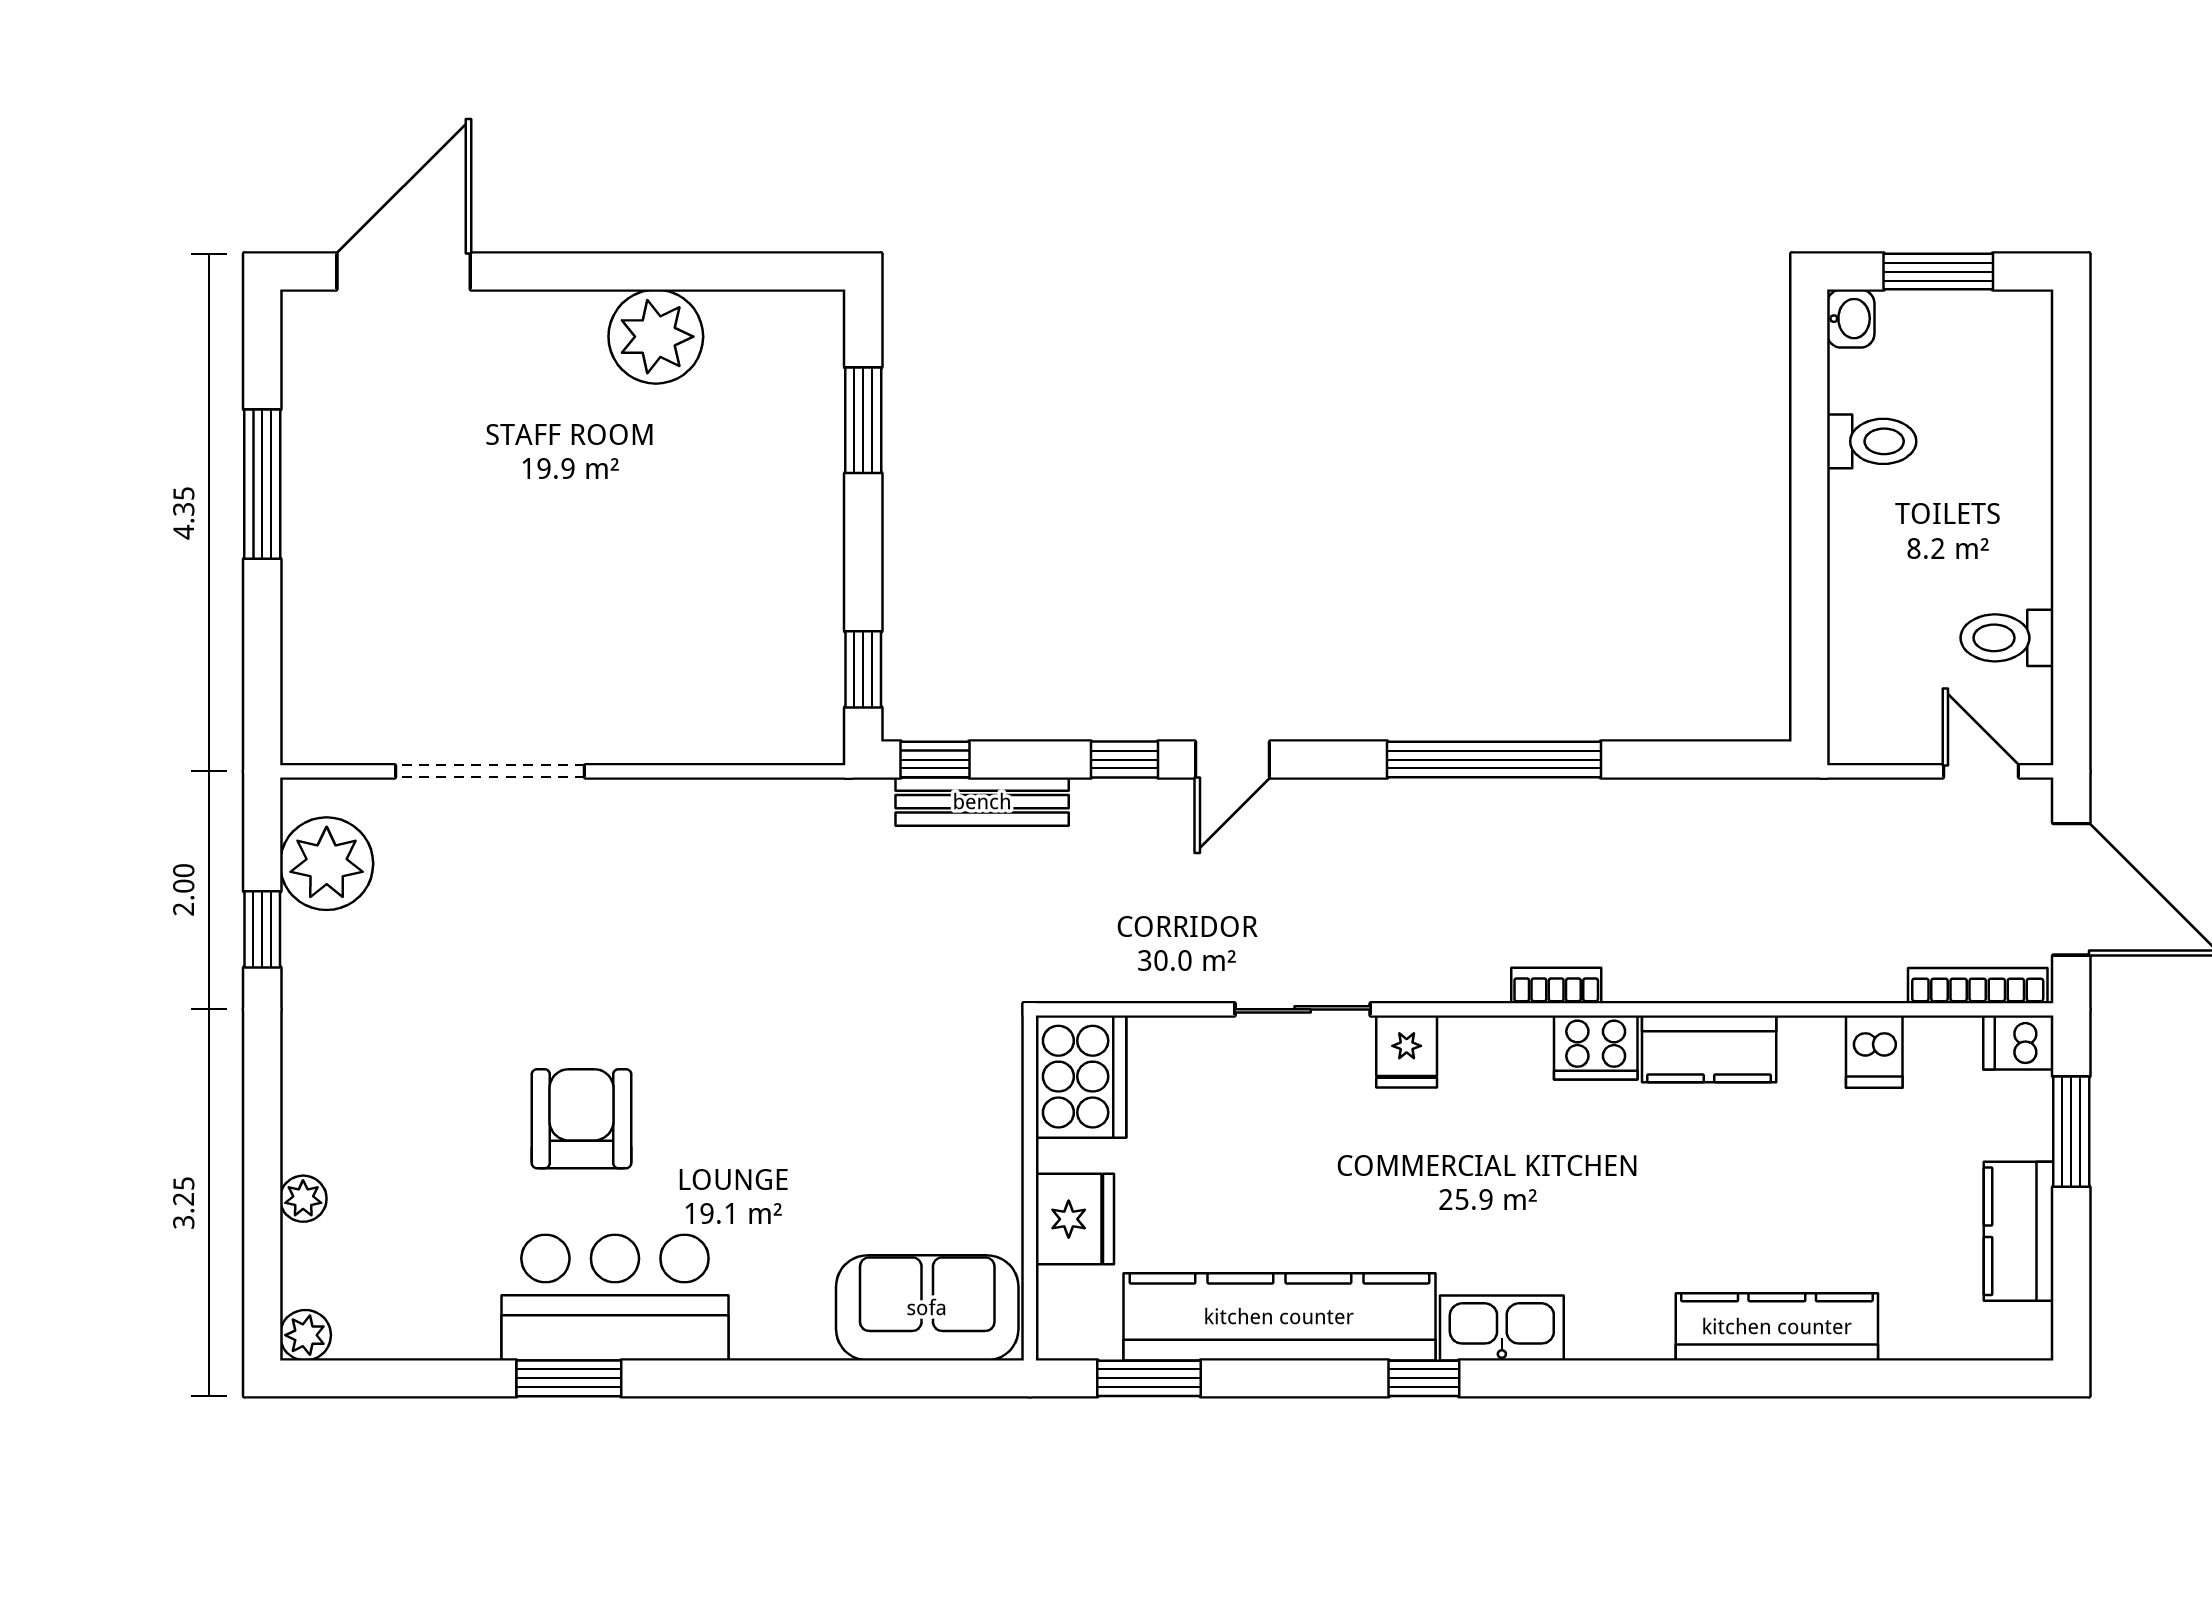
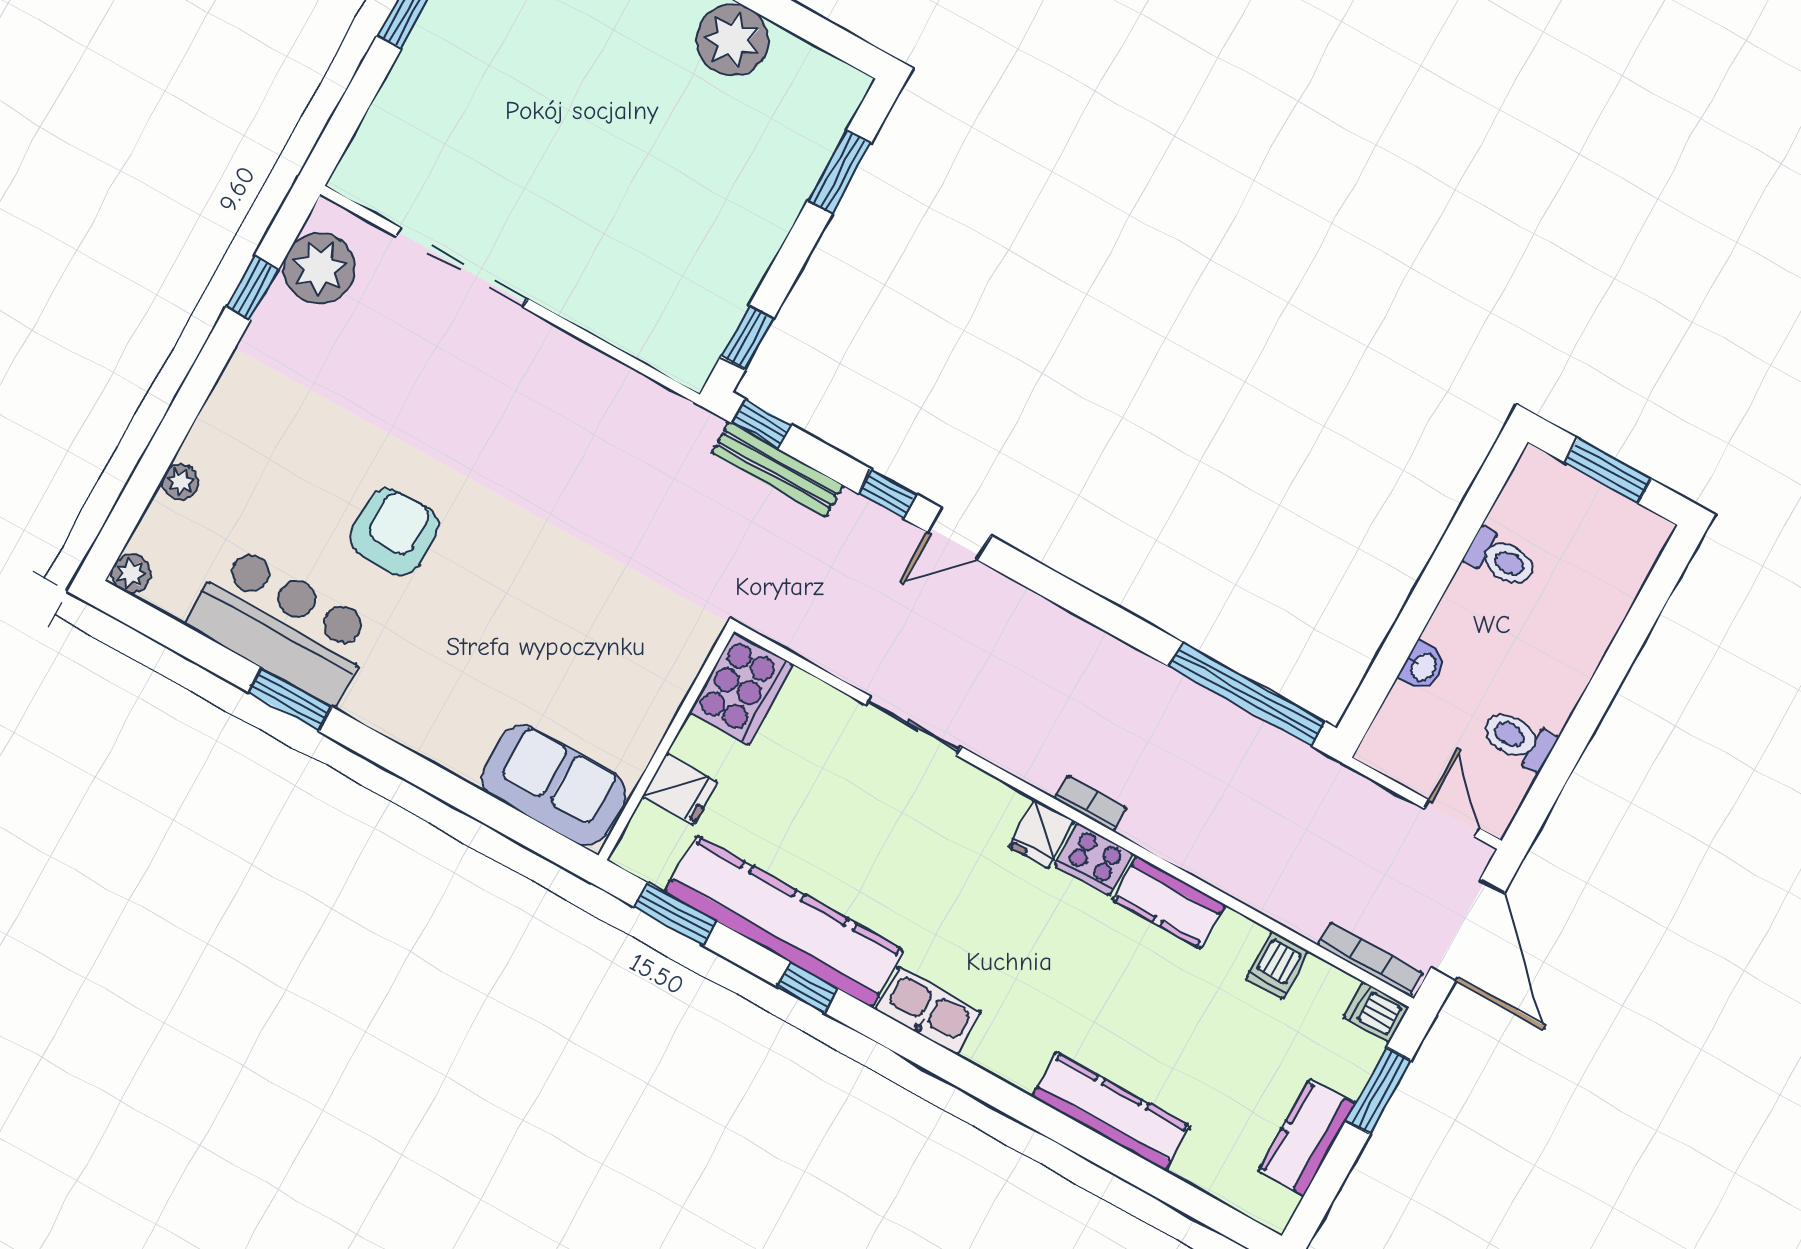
washbasin: (1851, 319) -> (1423, 667), moved
window: (1494, 760) -> (1247, 694), moved
fridge: (1407, 1052) -> (1041, 834), moved
fridge: (1075, 1219) -> (680, 789), width x0.72
bar counter: (615, 1298) -> (282, 625), moved
window: (1424, 1378) -> (807, 987), moved

